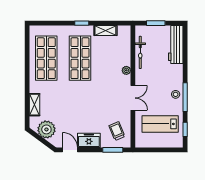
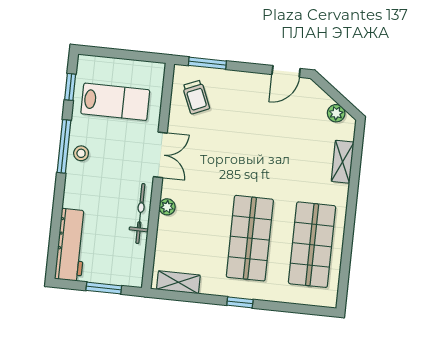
shelving: (105, 30) -> (178, 282), moved
bicycle: (140, 52) -> (140, 214), moved
double door: (133, 98) -> (160, 155), swing flipped
plant: (46, 129) -> (336, 113), width x0.53, depth x0.53
freezer: (89, 140) -> (249, 85), removed
door: (70, 150) -> (286, 71), hinge flipped

